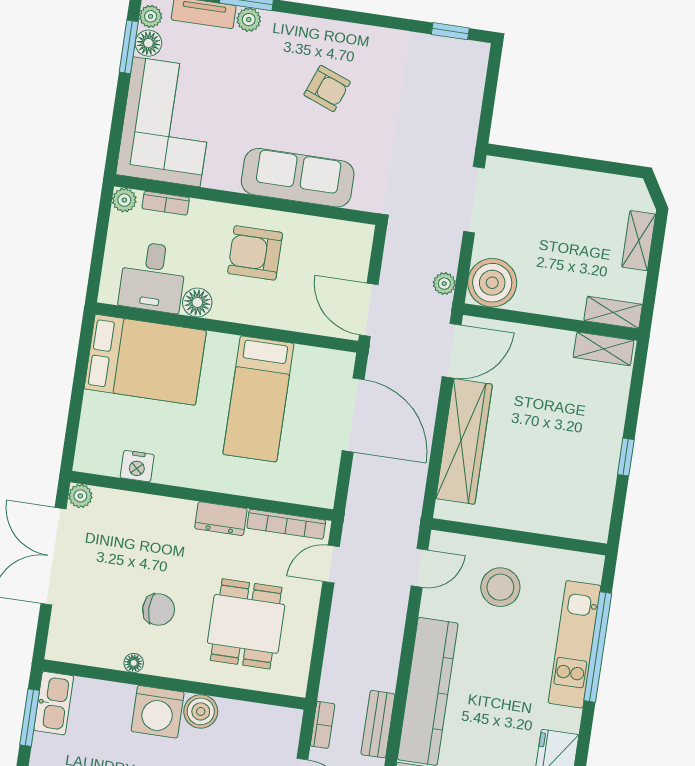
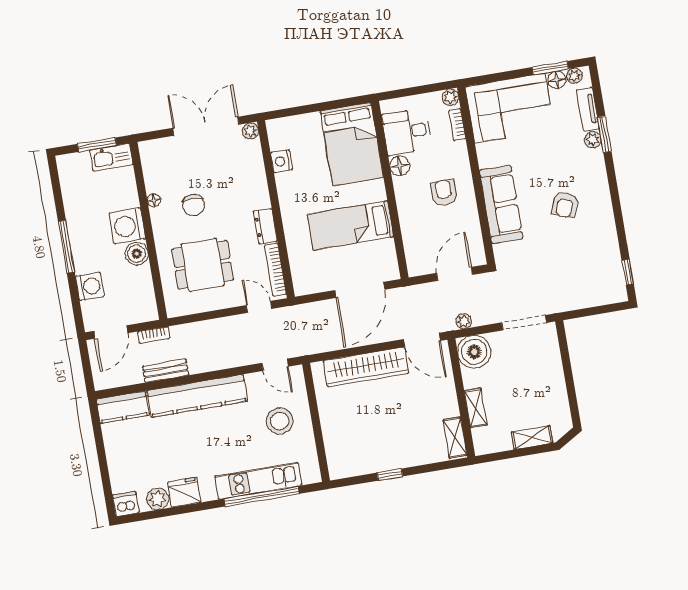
armchair: (255, 253) -> (444, 193), width x0.72, depth x0.72
door: (369, 310) -> (454, 274), moved
shelving: (613, 313) -> (476, 408), moved

